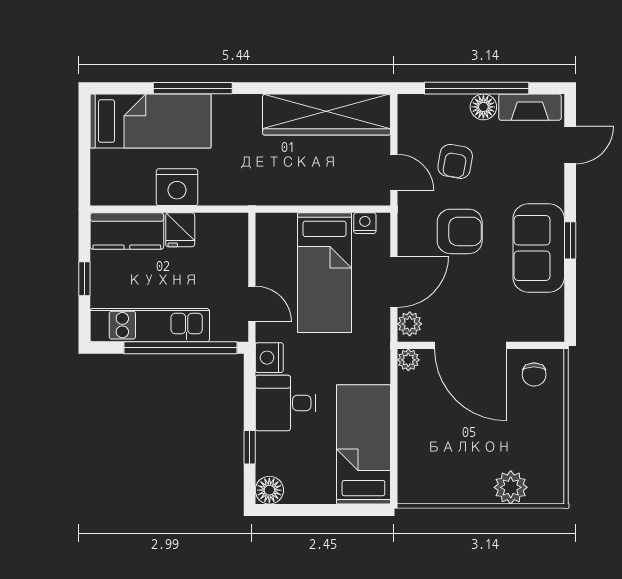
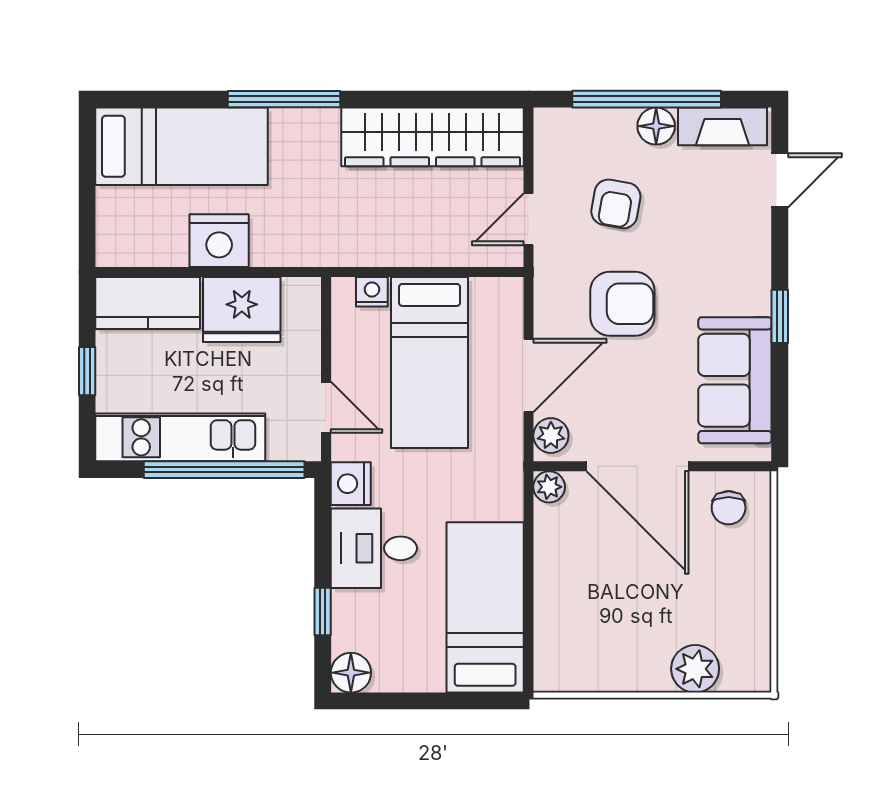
window: (193, 88) -> (284, 99), moved
door: (394, 172) -> (528, 219), swing flipped
nightstand: (365, 223) -> (372, 292), moved
fridge: (180, 230) -> (242, 310), width x1.88, depth x1.34
sofa: (539, 248) -> (735, 380), moved

